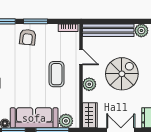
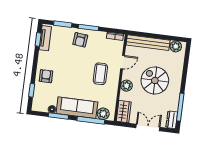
door: (81, 57) -> (123, 62), hinge flipped
spiral stairs: (122, 74) -> (155, 80), turned -90

